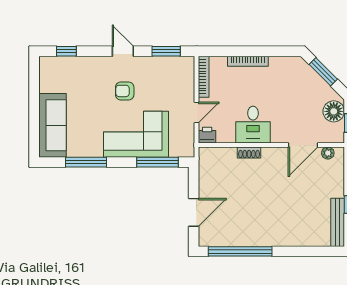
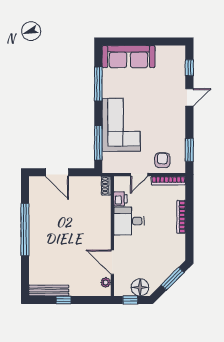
door: (123, 51) -> (189, 97), moved
armchair: (125, 91) -> (162, 160), moved
door: (196, 113) -> (139, 175), hinge flipped
printer: (207, 135) -> (120, 199), moved
shoe rack: (249, 153) -> (106, 186), moved
window: (240, 251) -> (25, 230), moved

